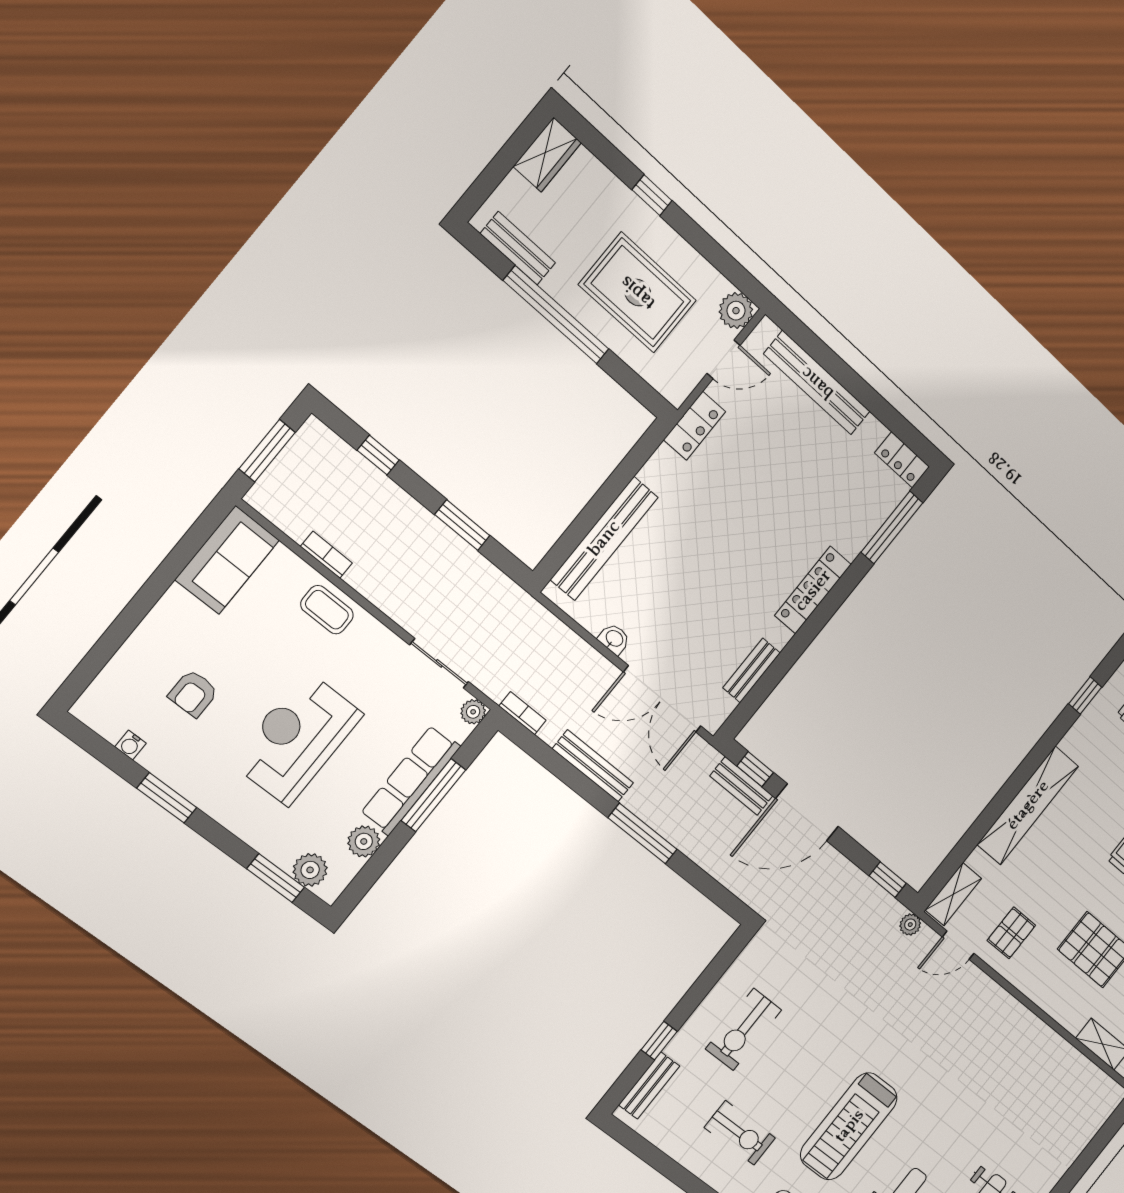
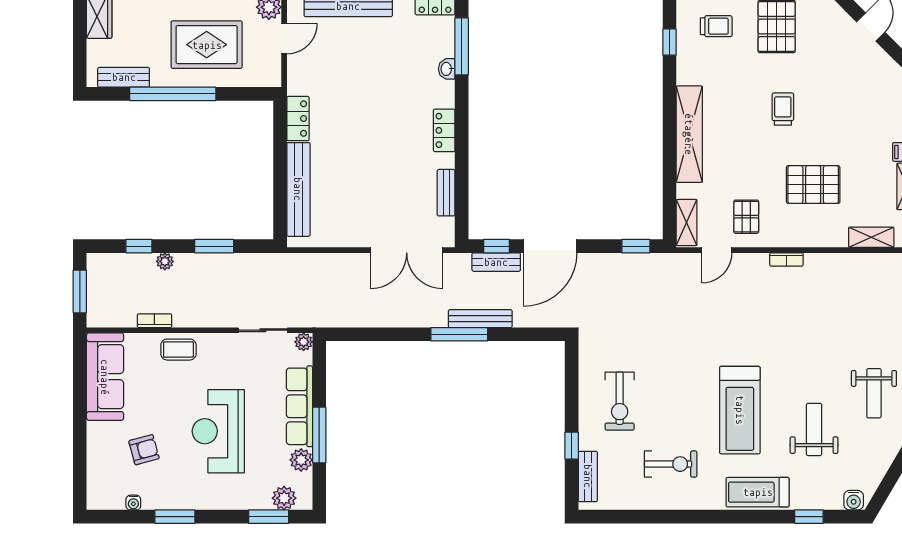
locker: (694, 426) -> (298, 119), moved
sofa: (227, 560) -> (105, 377), width x1.36
locker: (813, 590) -> (444, 130), width x0.66
washbasin: (614, 639) -> (447, 69), moved, turned -90
armchair: (193, 693) -> (144, 450), turned -105
bookcase: (523, 713) -> (786, 259), moved, turned 180
bench: (593, 766) -> (480, 319), moved
window: (433, 795) -> (319, 435), moved
plant: (910, 925) -> (165, 261), moved

